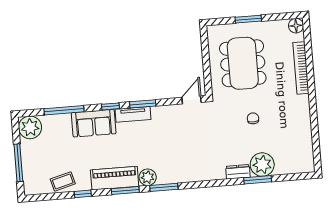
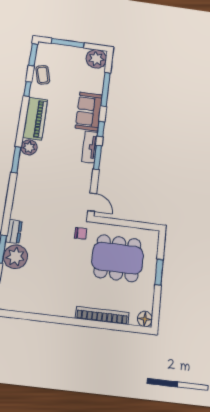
chair: (253, 118) -> (81, 233), moved
window: (125, 190) -> (33, 55), moved

